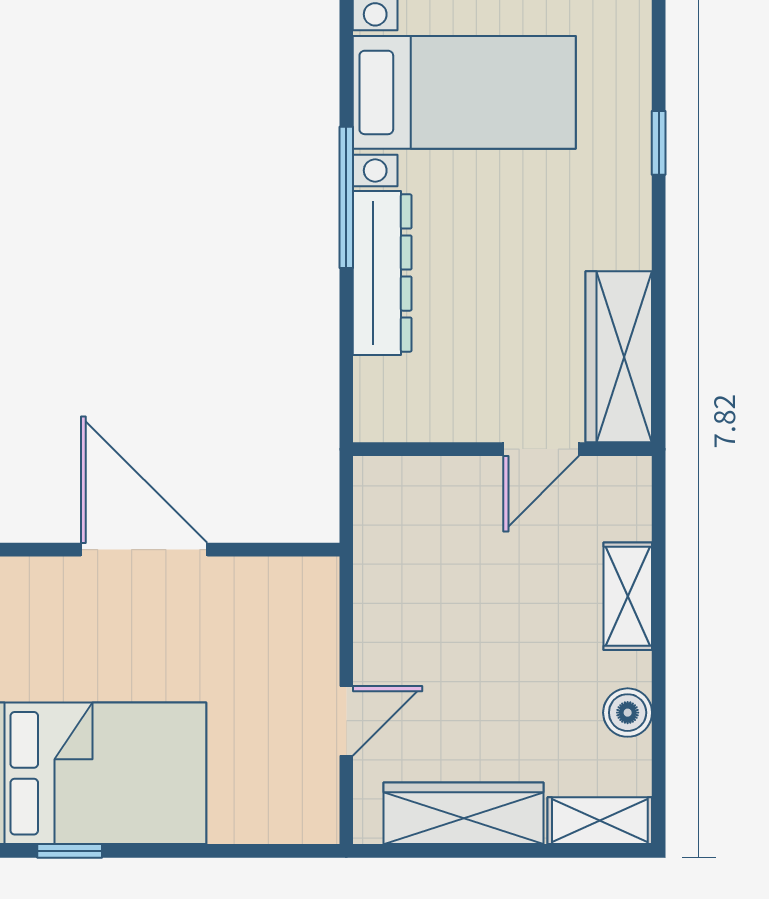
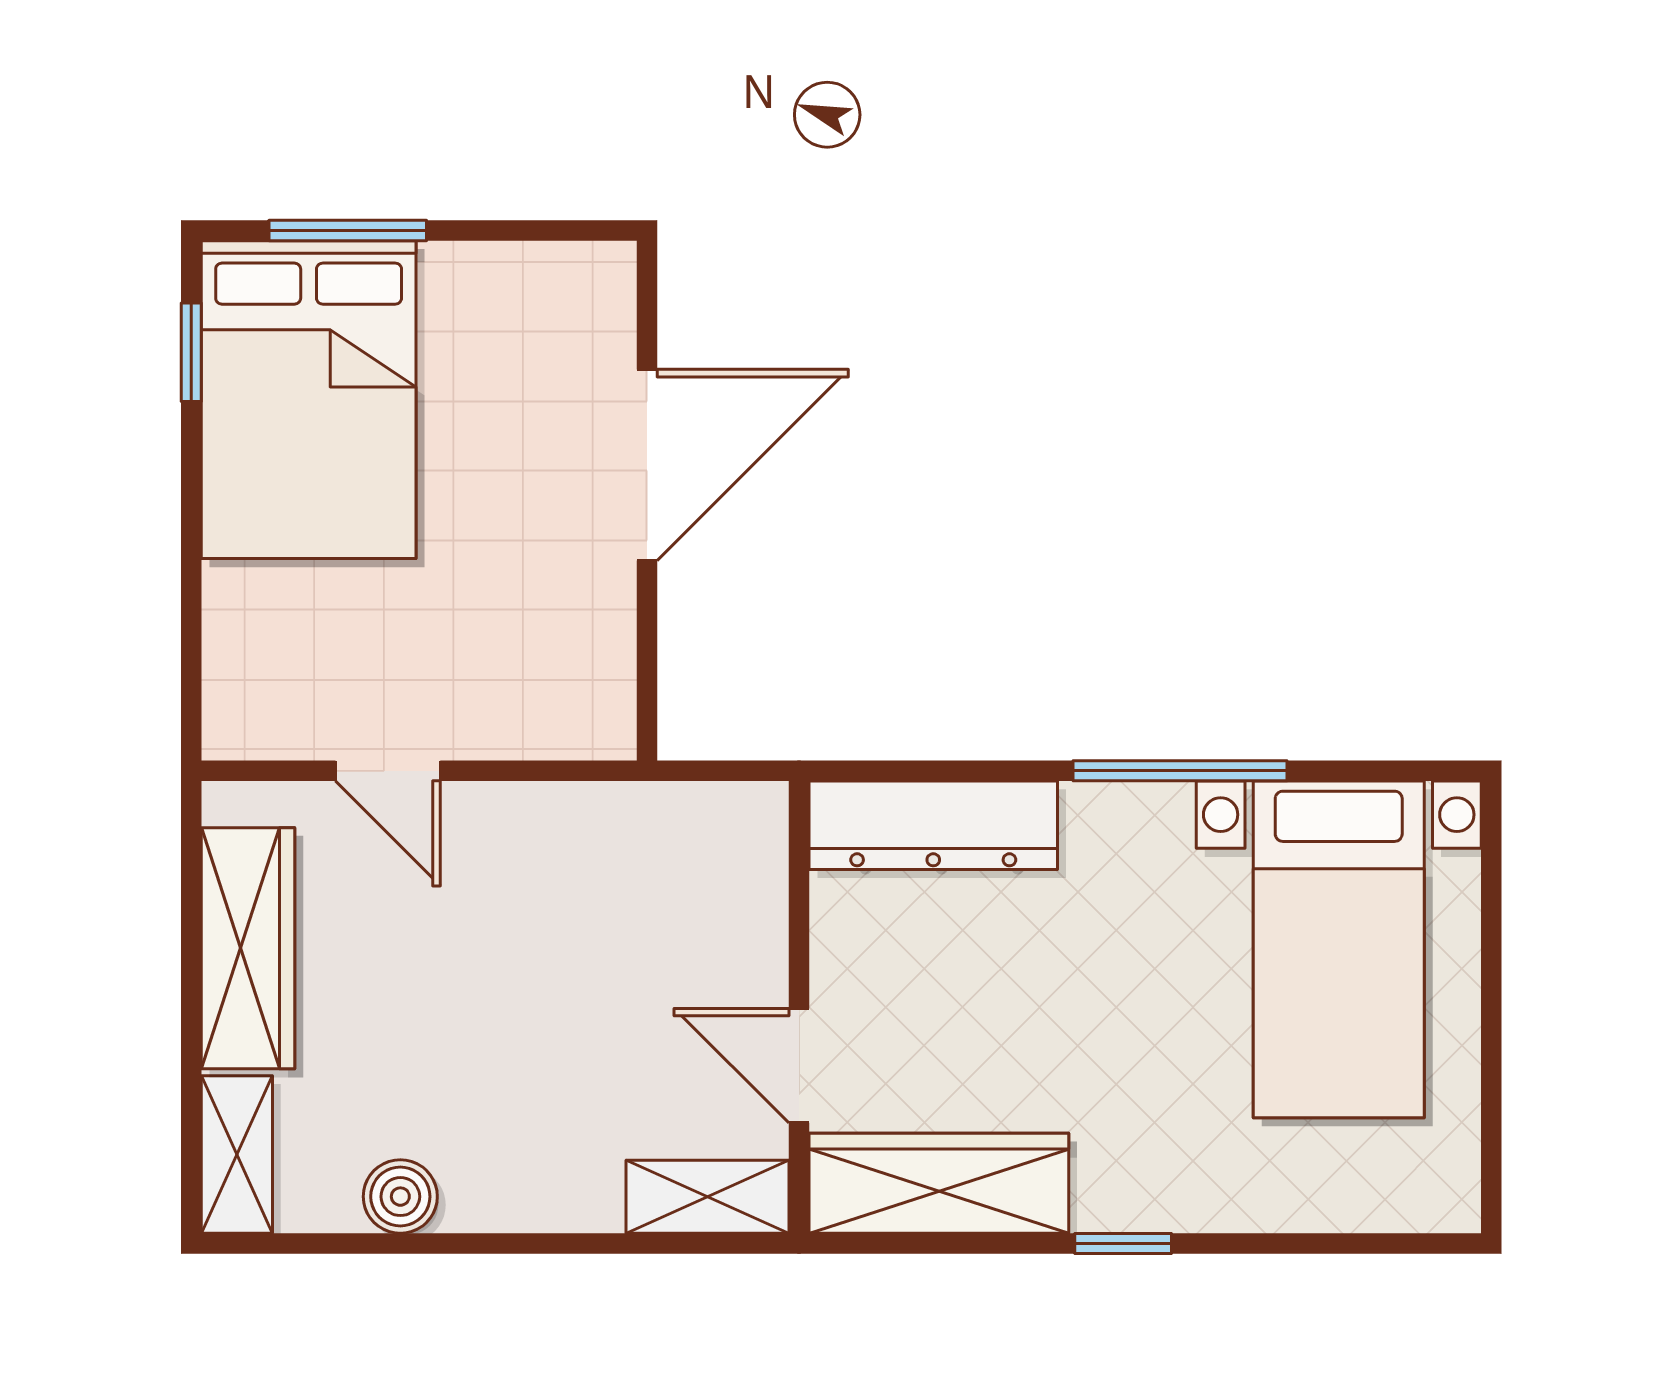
window: (659, 143) -> (1123, 1244), moved
dresser: (382, 273) -> (933, 825), moved
shelving: (628, 596) -> (707, 1197), moved

